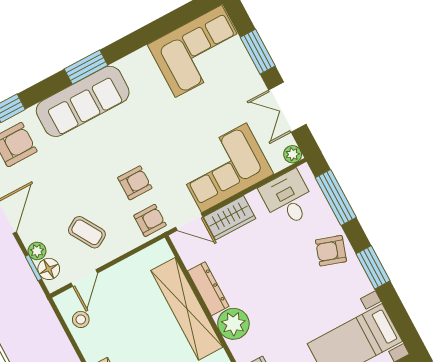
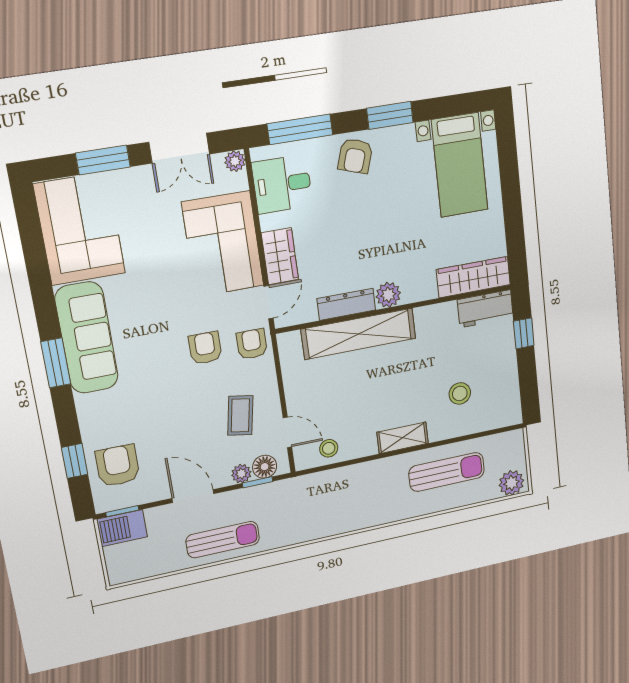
sofa: (83, 101) -> (87, 338), moved
coffee table: (87, 232) -> (240, 415), turned -49
plant: (233, 324) -> (388, 295), width x0.73, depth x0.73

